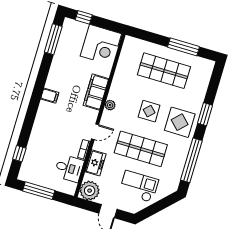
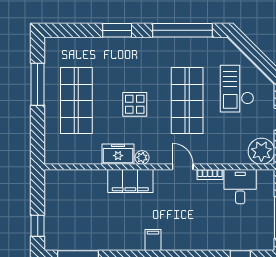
corner desk: (101, 45) -> (67, 193), removed
display table: (180, 122) -> (137, 60), removed
freezer: (96, 163) -> (118, 154), moved

